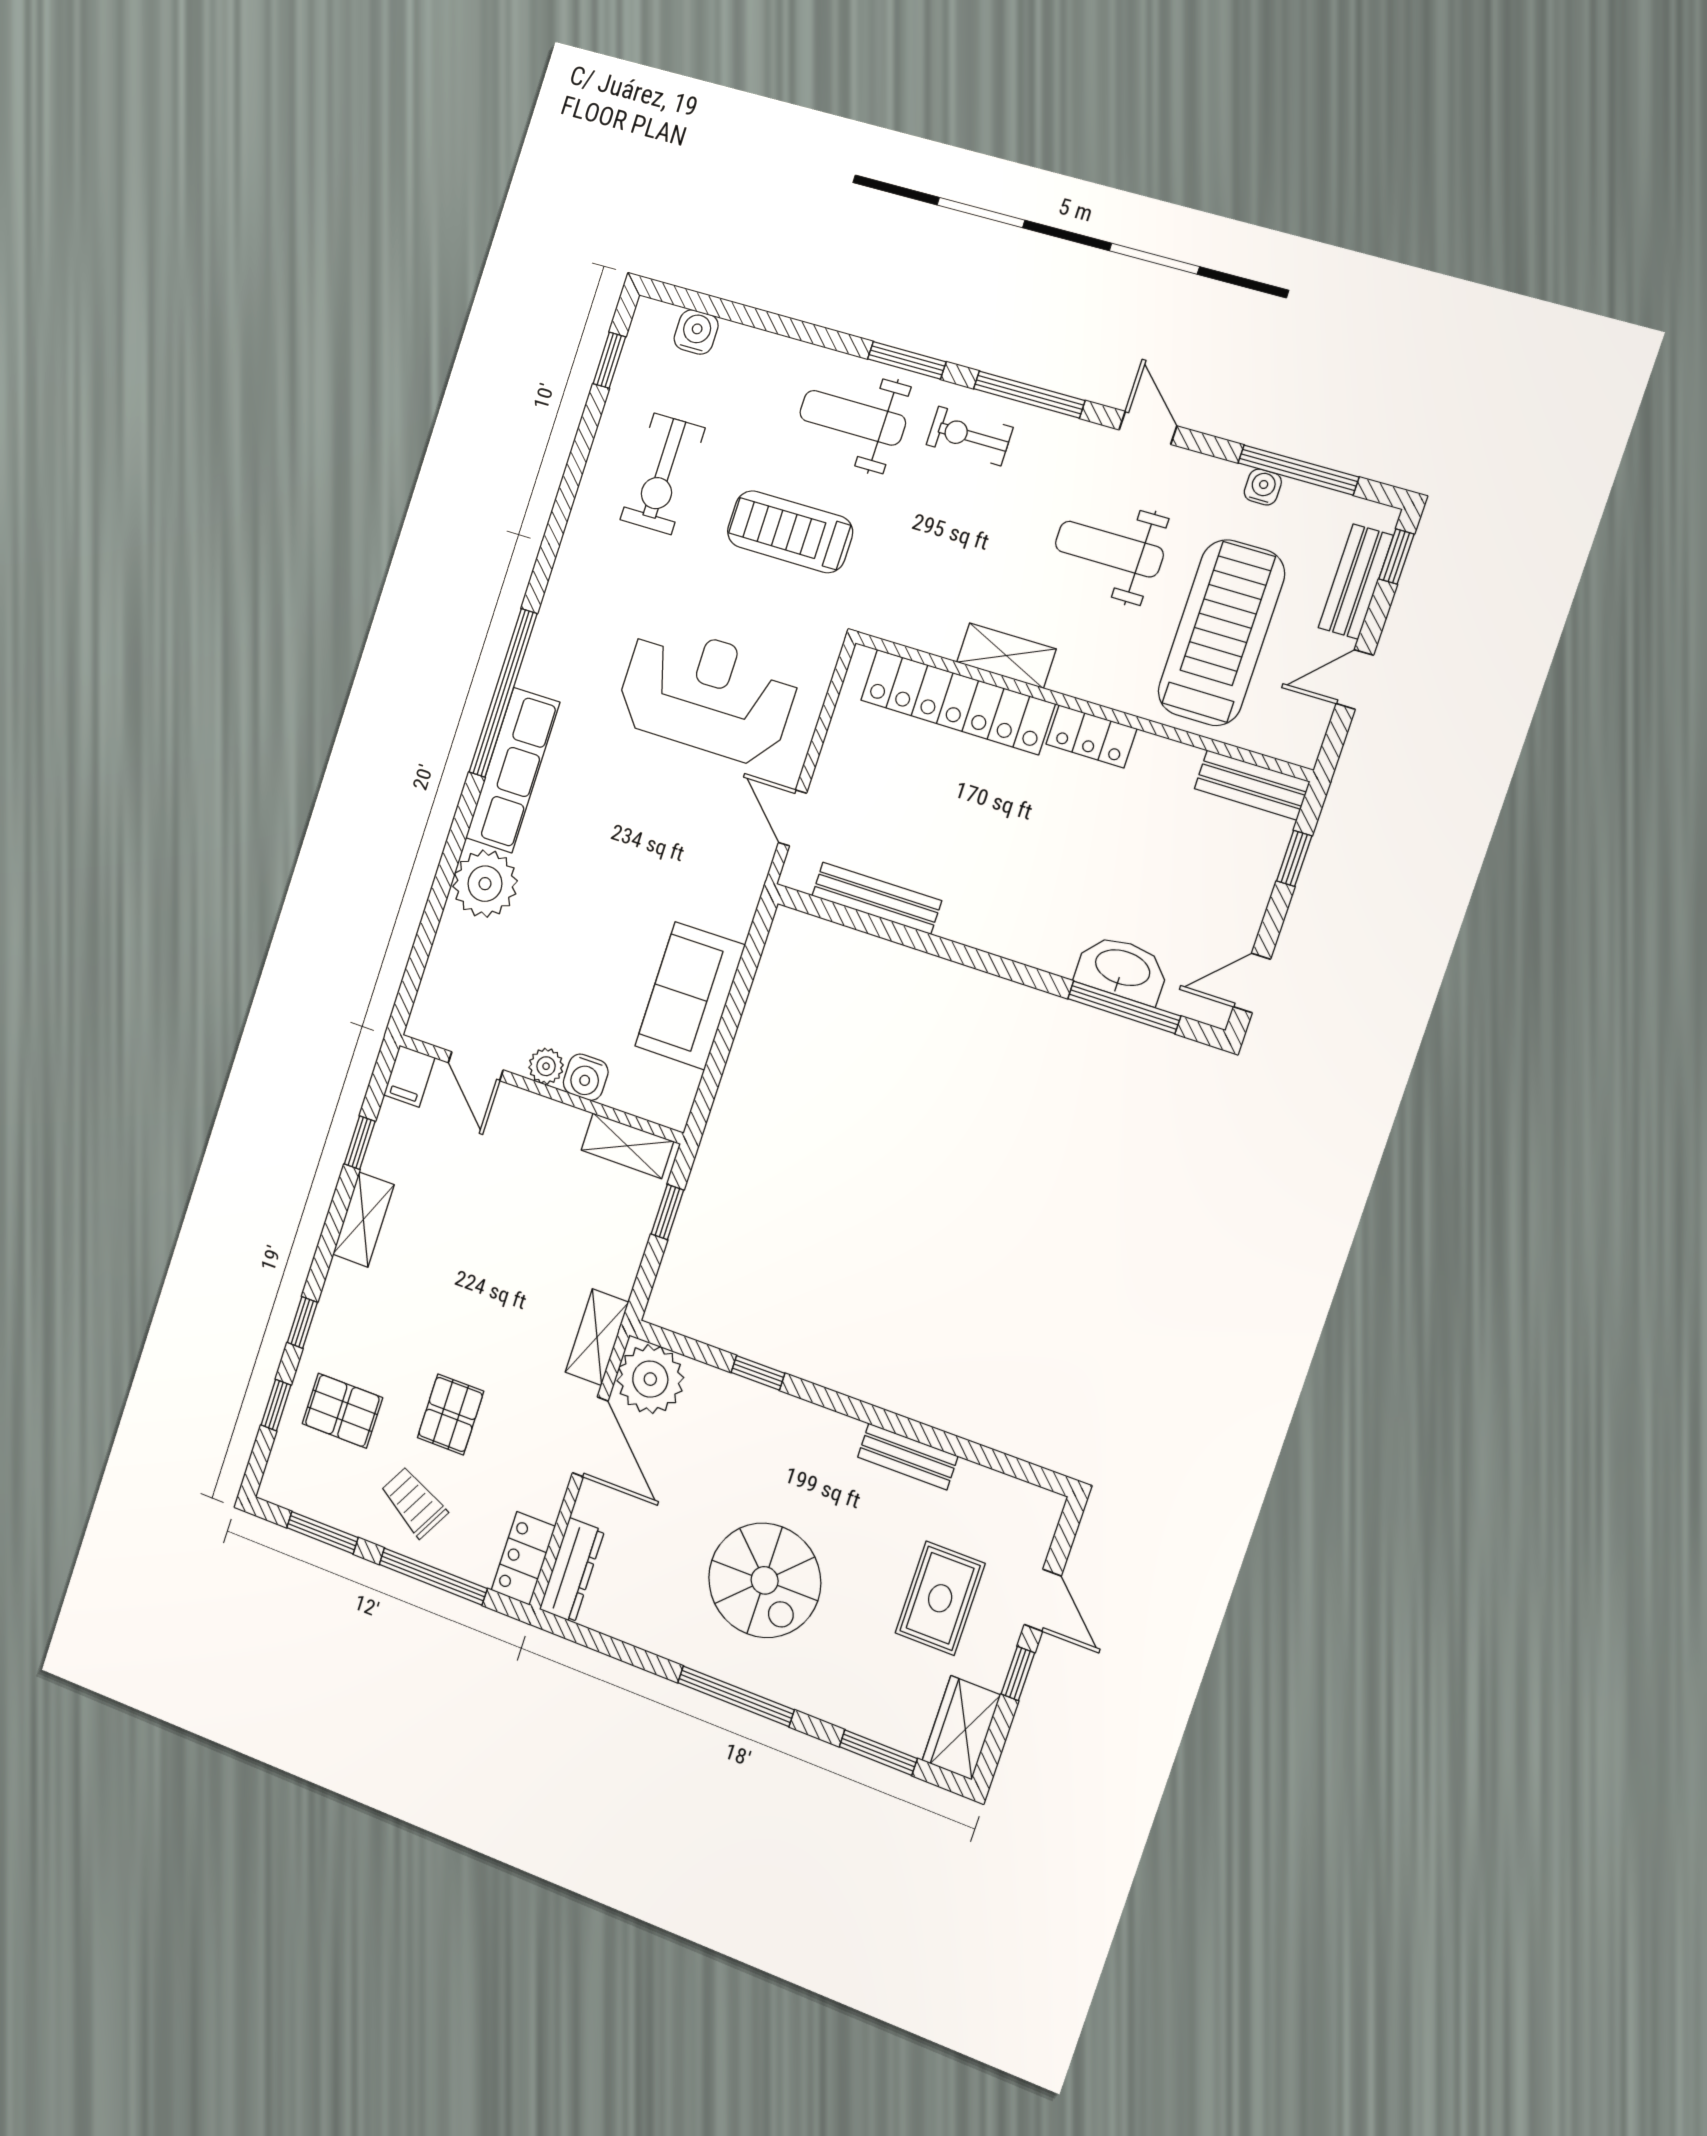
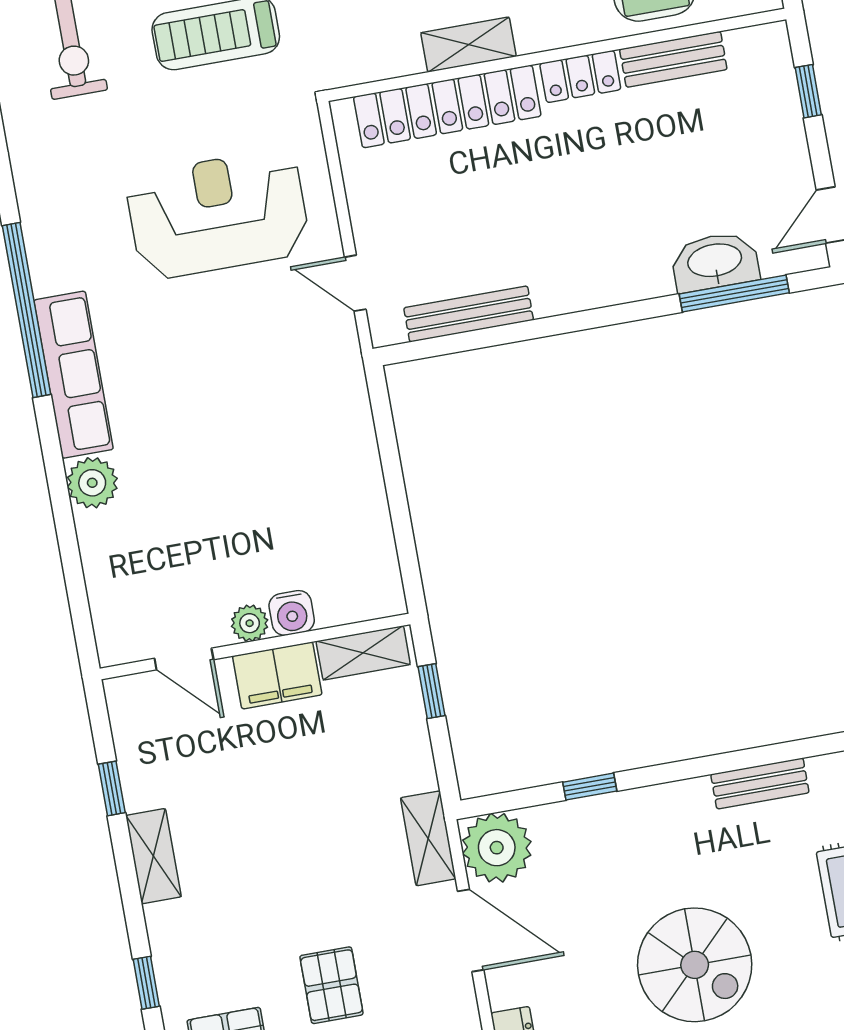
bench: (1252, 785) -> (673, 59), moved
plant: (485, 884) -> (92, 483), width x0.73, depth x0.73
sofa: (690, 996) -> (348, 489), removed
filing cabinet: (409, 1076) -> (277, 675), moved, width x2.00

